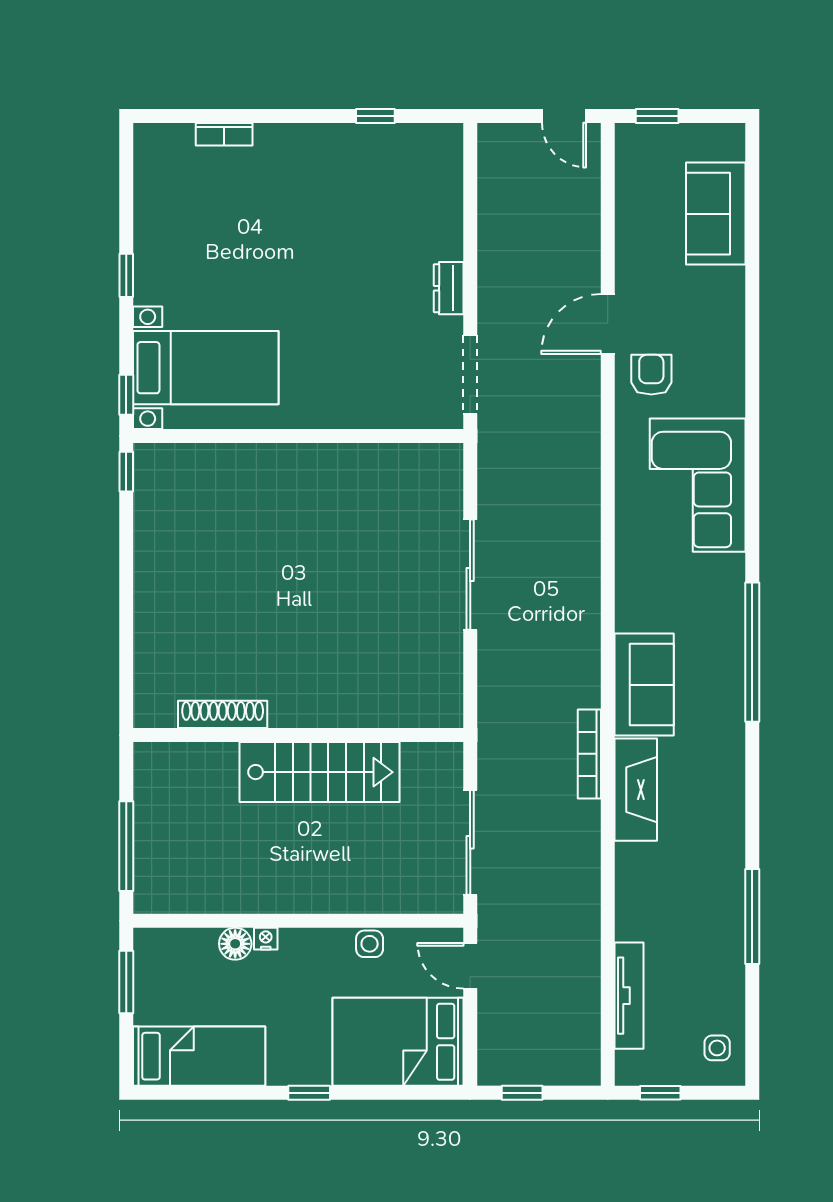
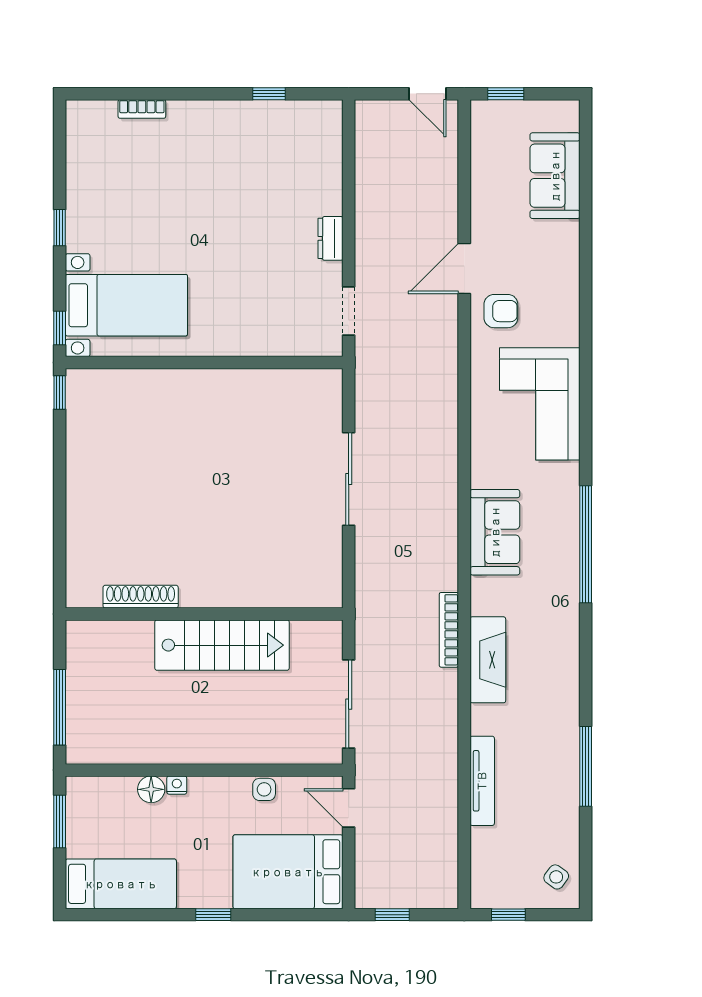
doorway: (470, 375) -> (349, 311), width x0.73
armchair: (651, 375) -> (501, 311), turned 90
sofa: (644, 685) -> (495, 532), moved
tv unit: (629, 996) -> (482, 781), moved
side table: (717, 1048) -> (556, 877), turned 36

